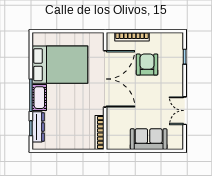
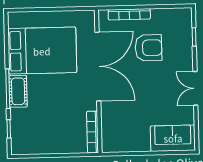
armchair: (147, 65) -> (149, 48), turned 90
double door: (185, 111) -> (195, 88), moved
dresser: (38, 127) -> (18, 127), removed
sofa: (149, 139) -> (173, 138), moved

